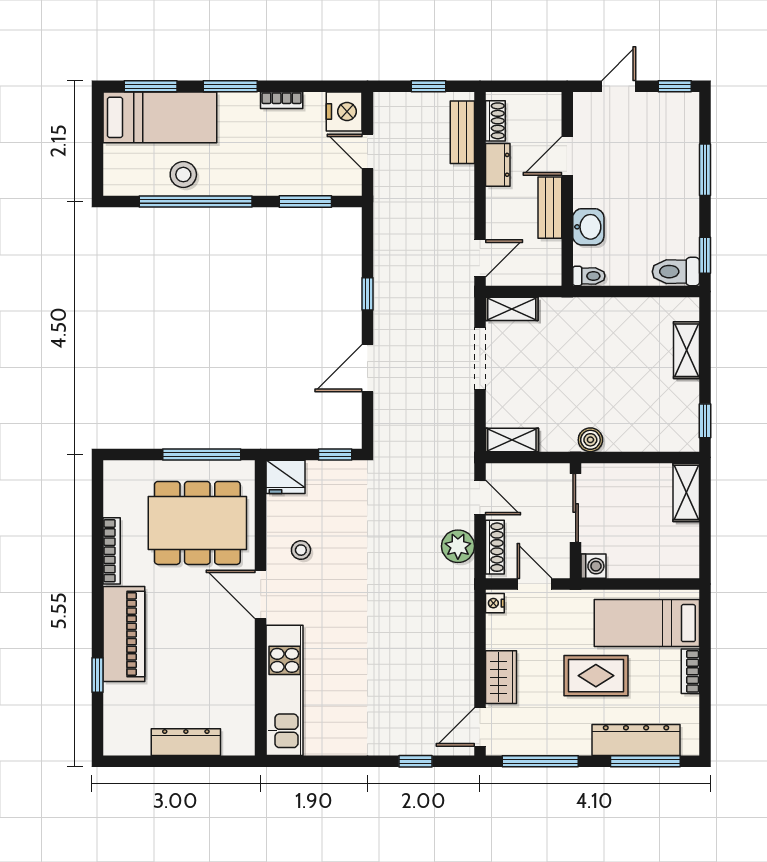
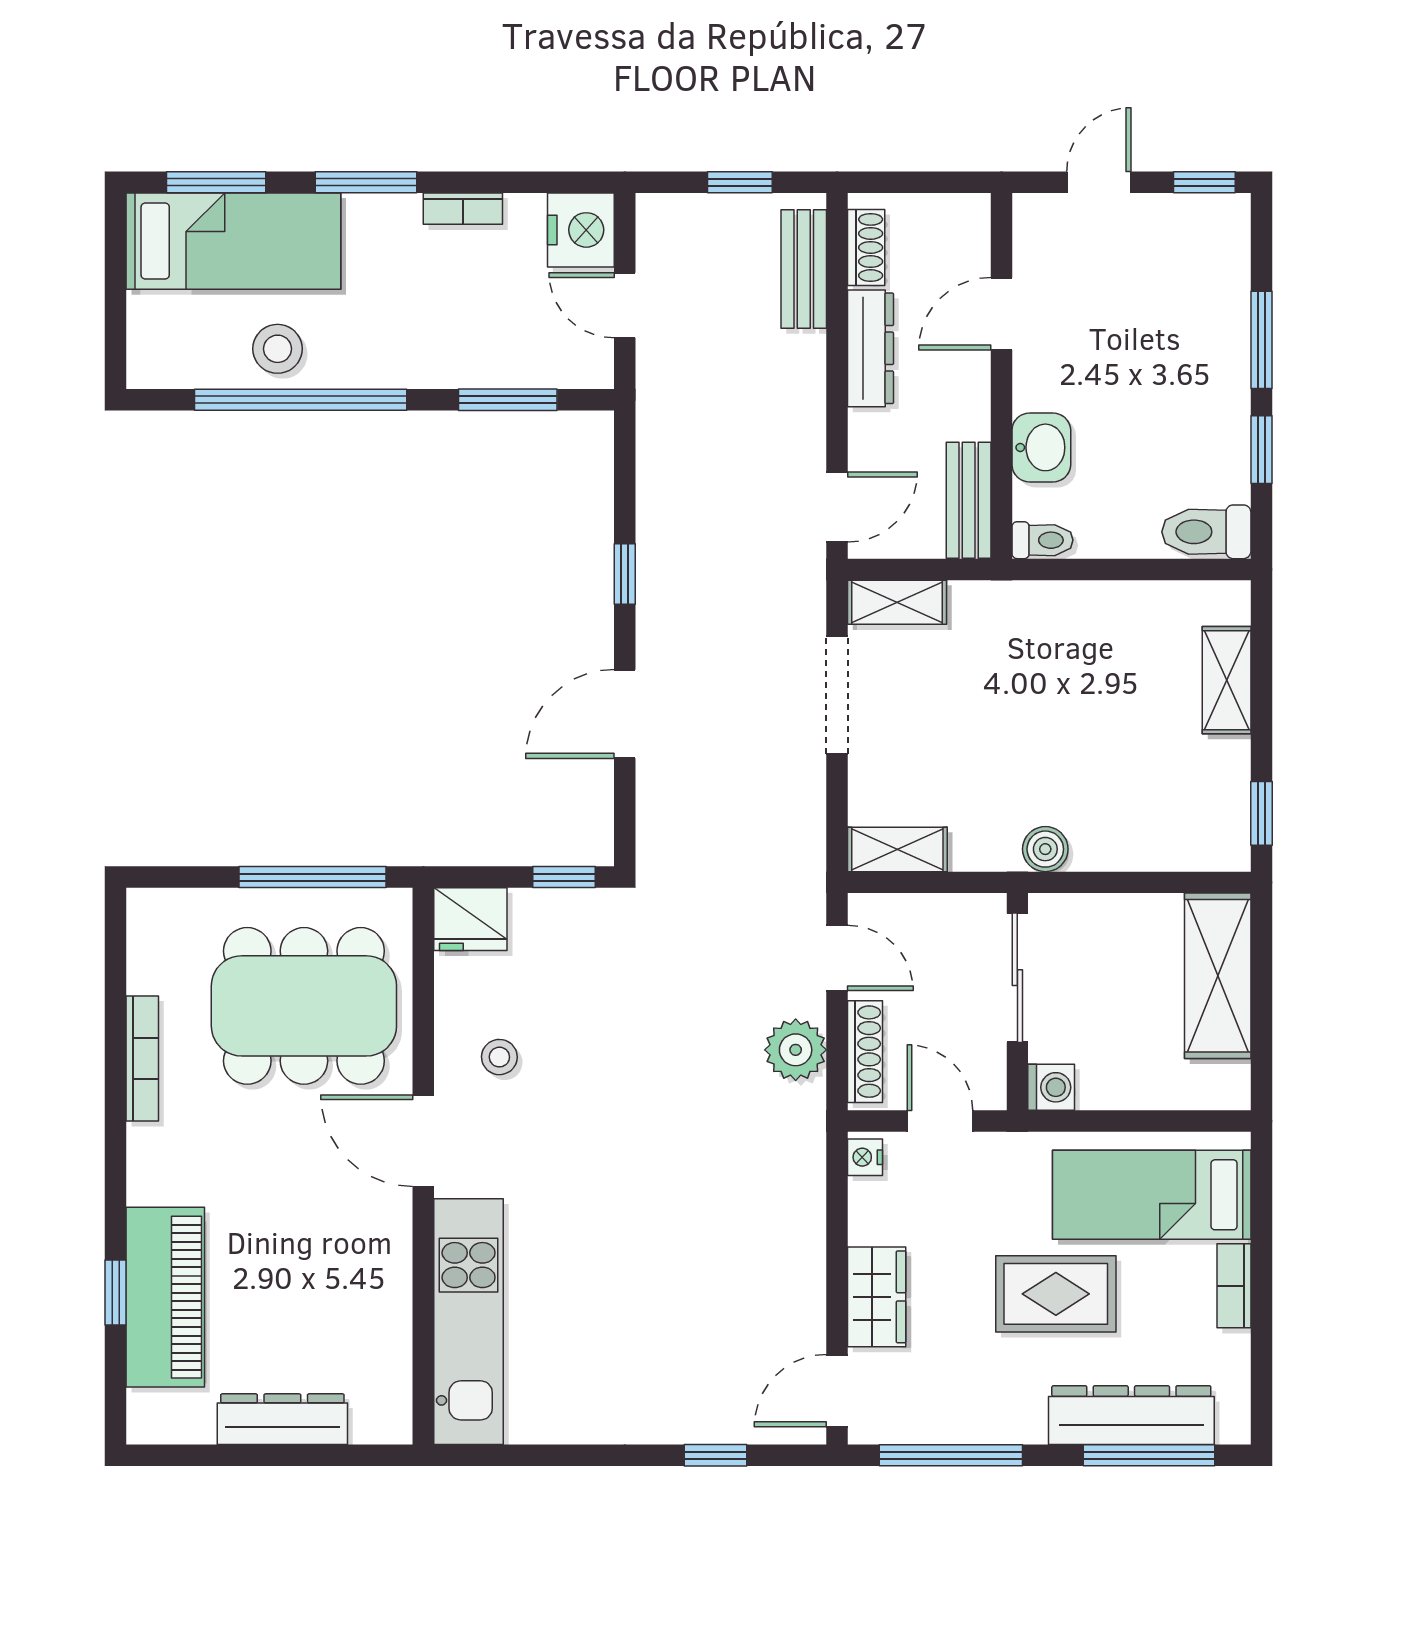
dresser: (498, 165) -> (871, 348), width x1.44
bench: (550, 208) -> (969, 500), moved
window: (705, 255) -> (1261, 450), moved
shelving: (686, 492) -> (1218, 976), width x1.50, depth x1.33
piano: (124, 634) -> (165, 1297), moved

